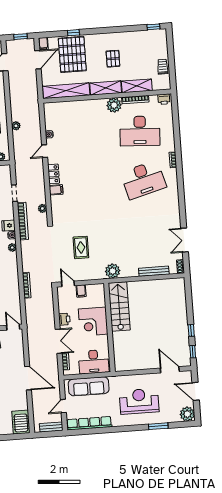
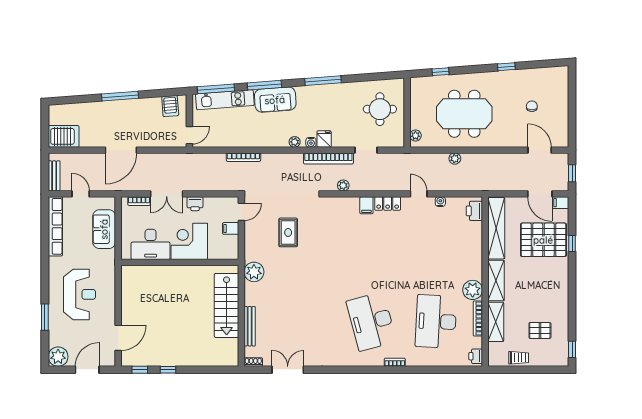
pallet: (113, 59) -> (540, 330), moved
printer: (54, 108) -> (474, 211), added
rug: (81, 247) -> (288, 232), turned 90
stairs: (119, 306) -> (227, 305), moved, turned 90
desk: (94, 362) -> (151, 244), moved, turned -90
sofa: (89, 386) -> (104, 229), width x0.73

